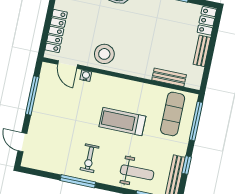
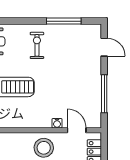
window: (78, 181) -> (64, 21), moved

